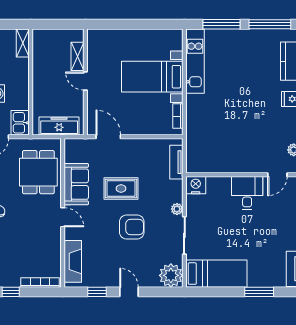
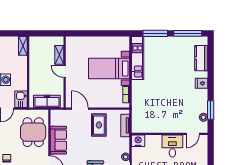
rug: (121, 188) -> (99, 125), moved, turned 90

